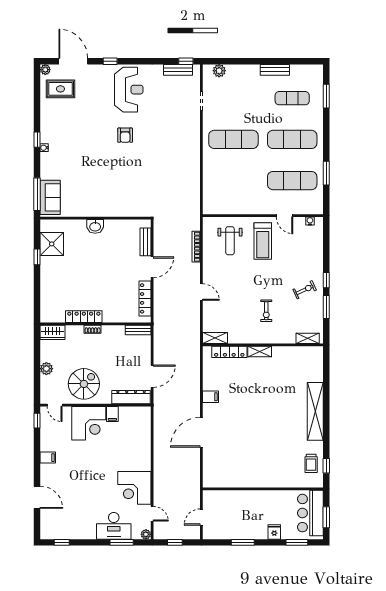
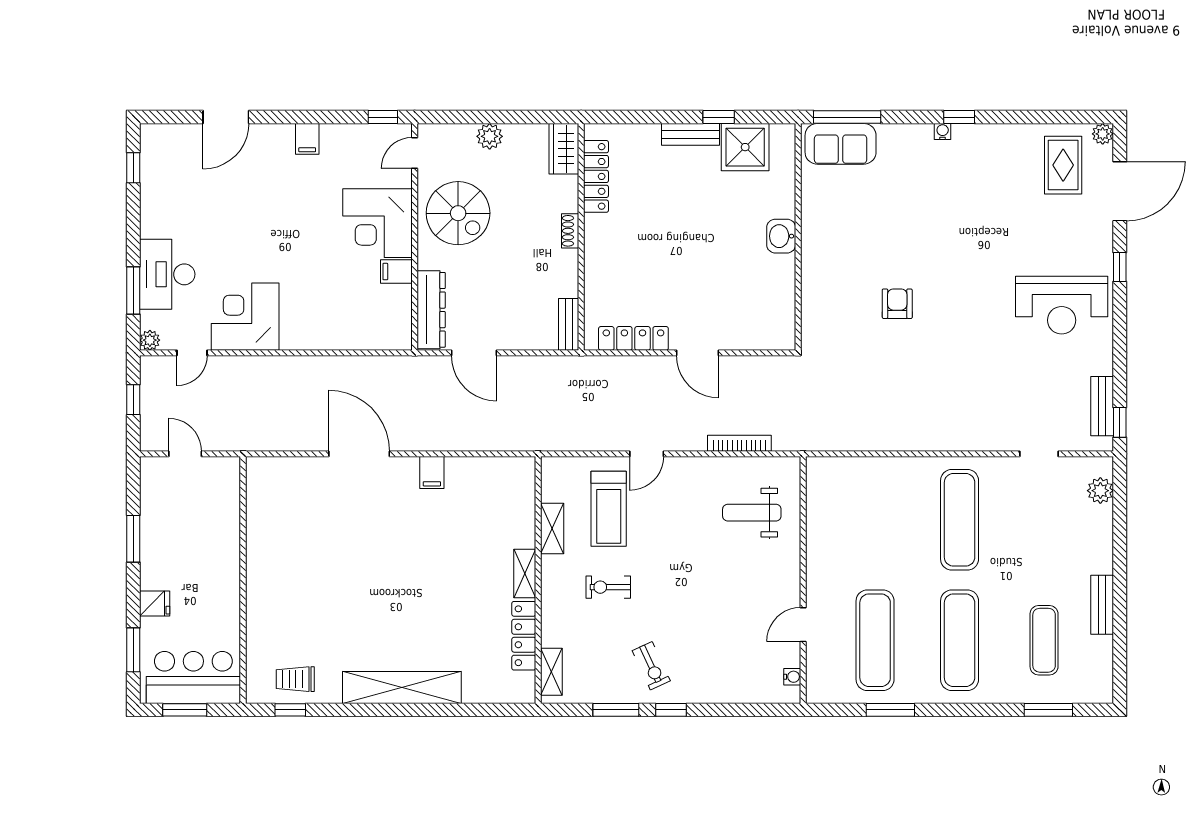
armchair: (125, 135) -> (897, 304), moved, turned 90
treadmill: (263, 241) -> (609, 509), moved, turned -90
bench: (145, 242) -> (691, 134), moved
locker: (84, 317) -> (596, 176), moved
shelving: (215, 338) -> (552, 528), moved
locker: (229, 352) -> (524, 636), moved

